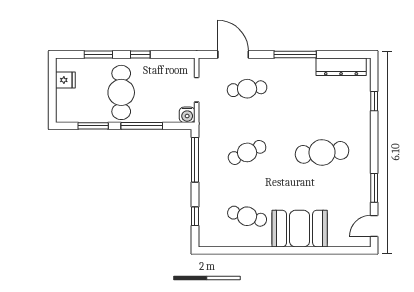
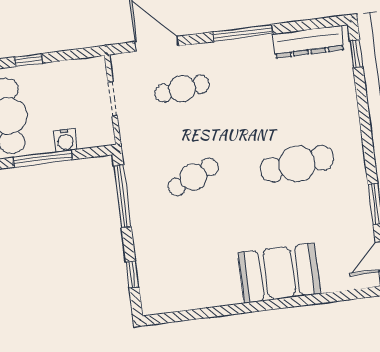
window: (374, 101) -> (356, 54), moved
water cooler: (187, 115) -> (65, 140), moved
cafe table: (247, 216) -> (204, 265), removed

